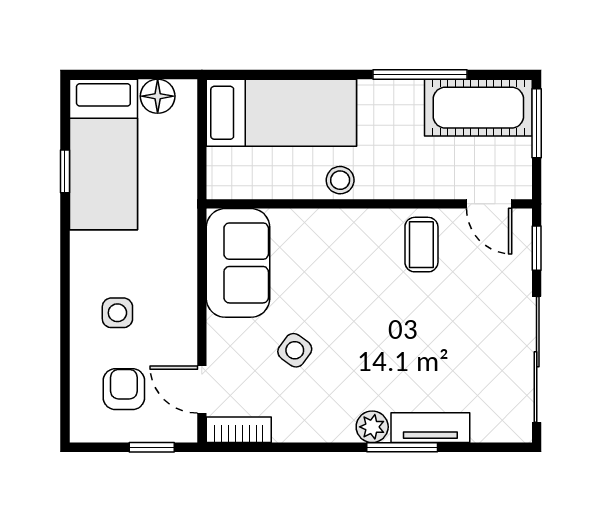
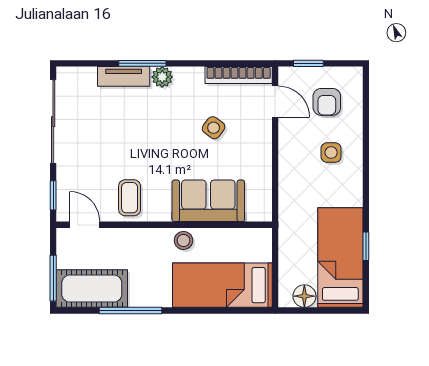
sofa: (238, 263) -> (208, 201), moved, turned 90
bookcase: (239, 430) -> (239, 75), width x1.56

